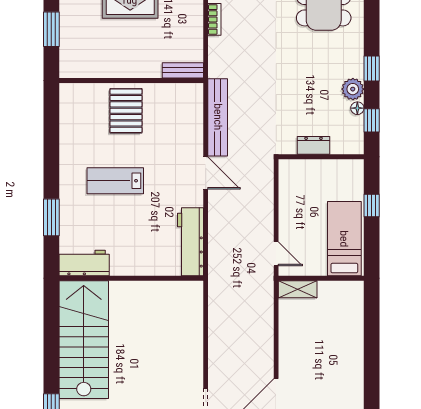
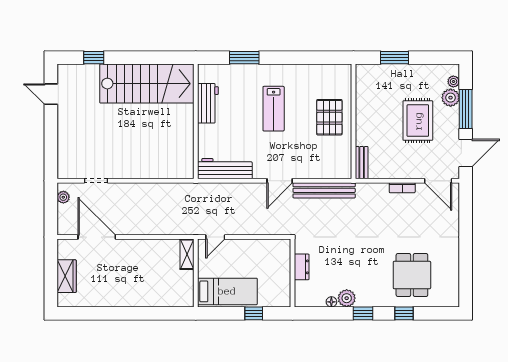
pallet: (126, 111) -> (329, 117), turned 90
window: (372, 120) -> (404, 313), moved
lab bench: (115, 181) -> (274, 109), turned 180
workbench: (84, 263) -> (208, 103), moved

